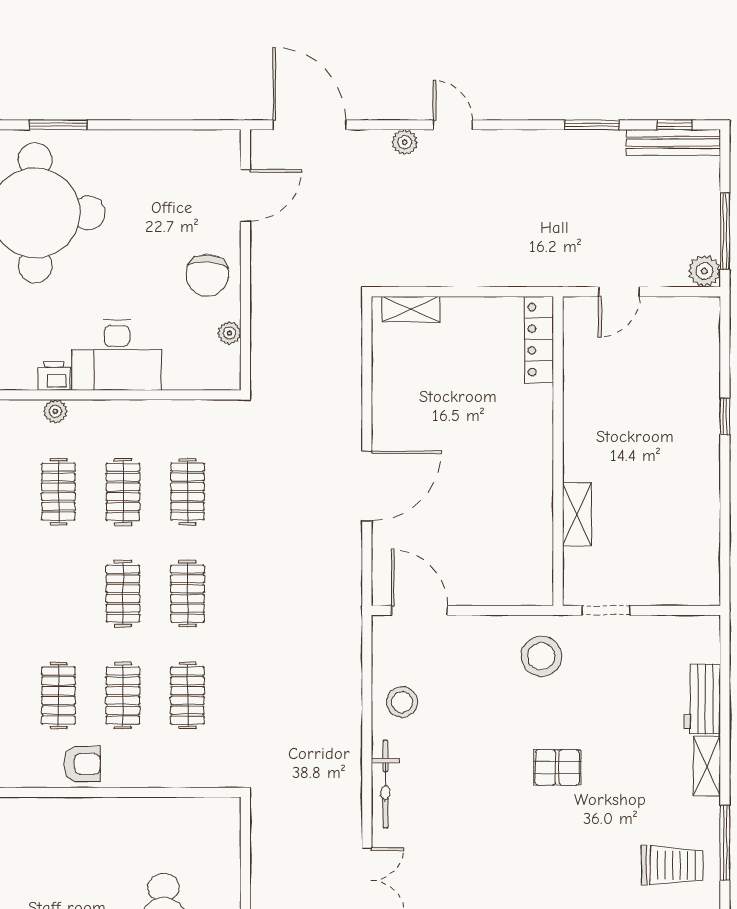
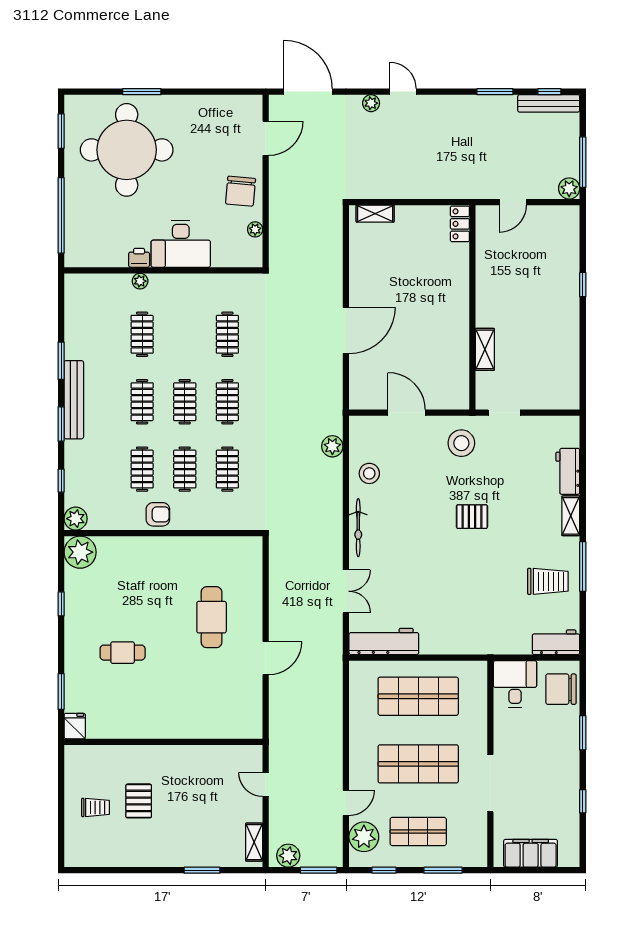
locker: (539, 340) -> (460, 224), width x0.66
clothes rail: (123, 492) -> (142, 402), moved
door: (419, 610) -> (406, 413), moved
plant: (346, 661) -> (332, 446), added

